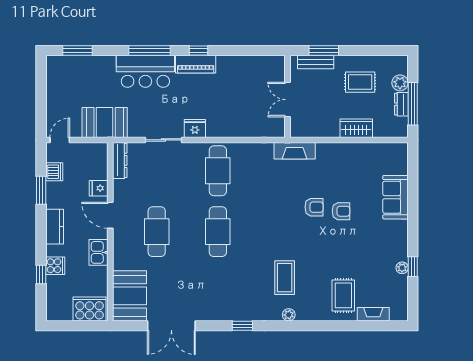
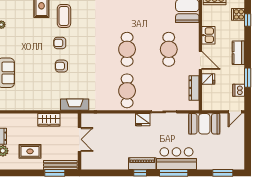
bench: (316, 62) -> (60, 165), width x1.36
wardrobe: (356, 128) -> (49, 120), moved
dresser: (120, 160) -> (194, 88), moved
armchair: (341, 211) -> (60, 43), moved
cooker: (55, 266) -> (238, 14), moved
coffee table: (285, 278) -> (64, 16), moved

